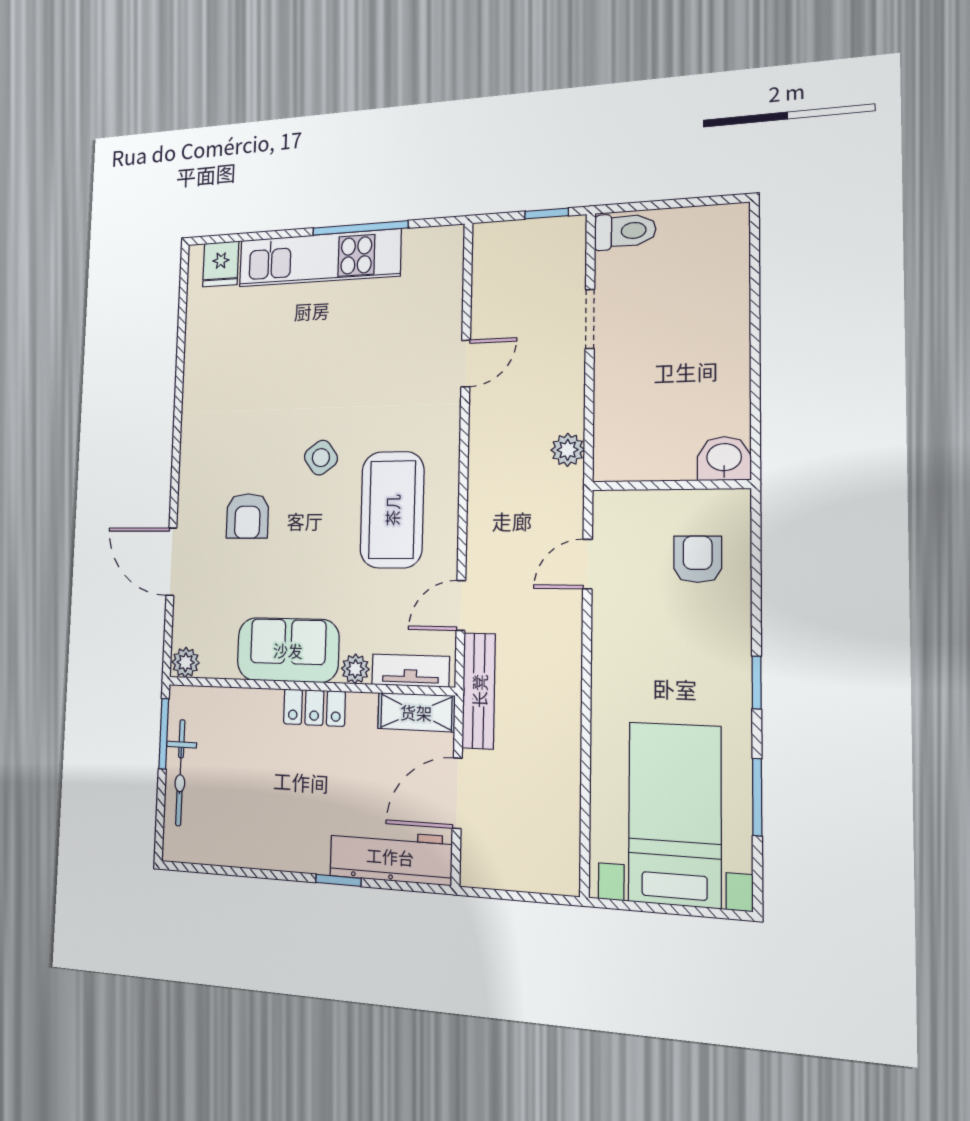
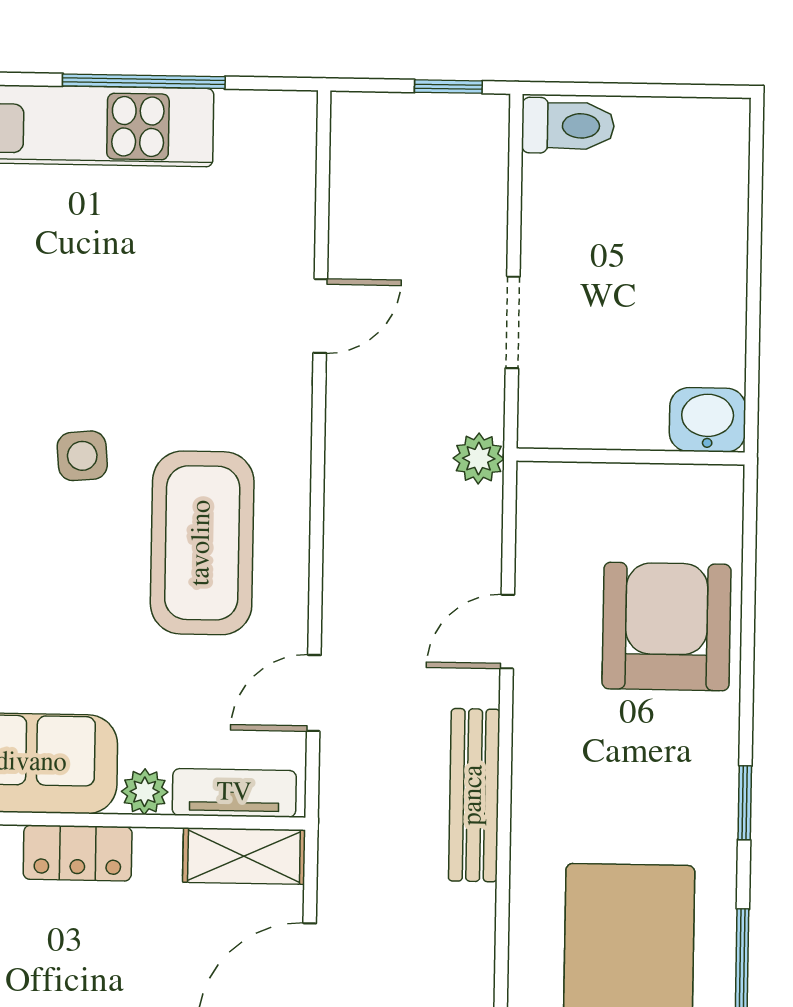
doorway: (590, 319) -> (513, 322), moved
side table: (321, 458) -> (82, 456), turned 31
washbasin: (724, 458) -> (707, 420), moved
wall: (670, 485) -> (631, 457), moved
armchair: (698, 559) -> (666, 626), width x1.88, depth x1.88
bench: (479, 691) -> (474, 795), moved

